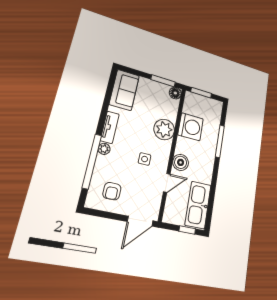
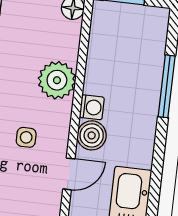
washing machine: (191, 127) -> (92, 107), moved, width x0.53, depth x0.53

